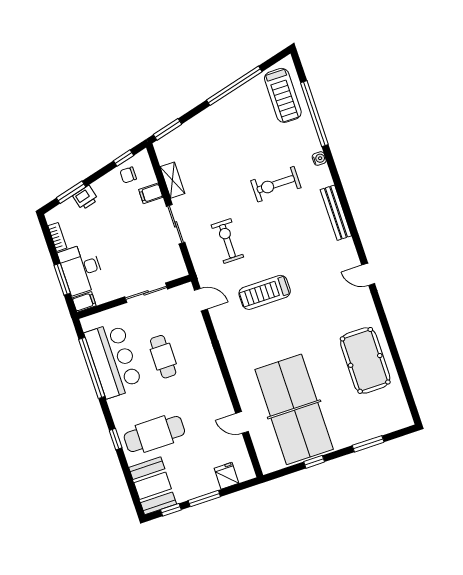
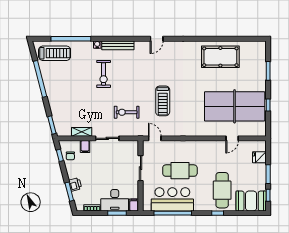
bench: (336, 213) -> (118, 45), moved
door: (368, 274) -> (157, 39), moved
door: (201, 300) -> (155, 138), hinge flipped
cafe table: (163, 357) -> (180, 171), width x1.37, depth x1.35

